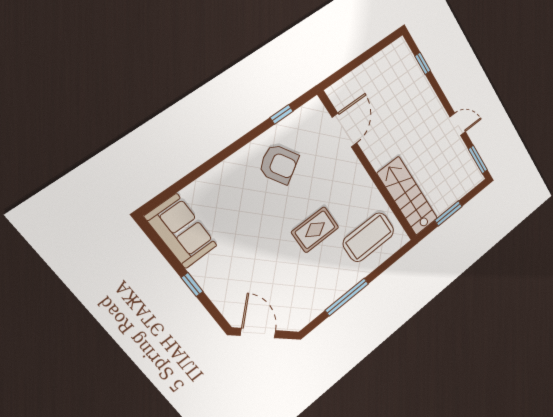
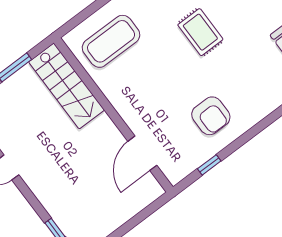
armchair: (279, 164) -> (211, 116), turned -148
rug: (315, 230) -> (200, 32), moved, turned 90

